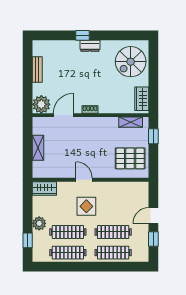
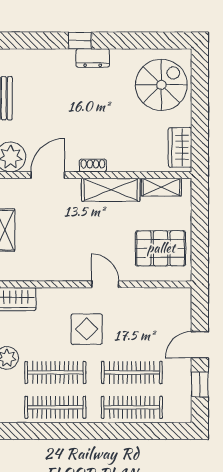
spiral stairs: (131, 62) -> (161, 85), turned 180
shelving: (101, 124) -> (111, 190), added
window: (153, 136) -> (200, 211), removed
door: (84, 180) -> (105, 284), moved

